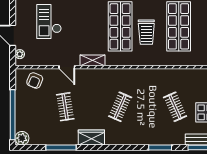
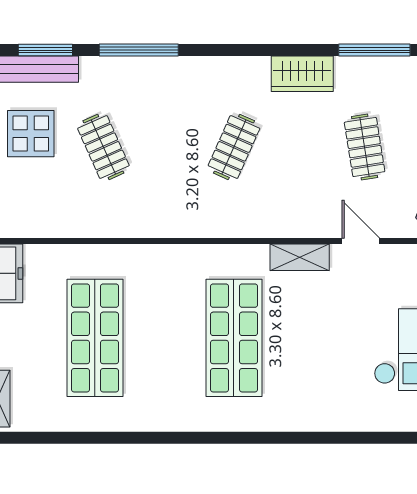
trolley: (146, 32) -> (172, 324), removed
window: (160, 147) -> (139, 50), width x1.44

